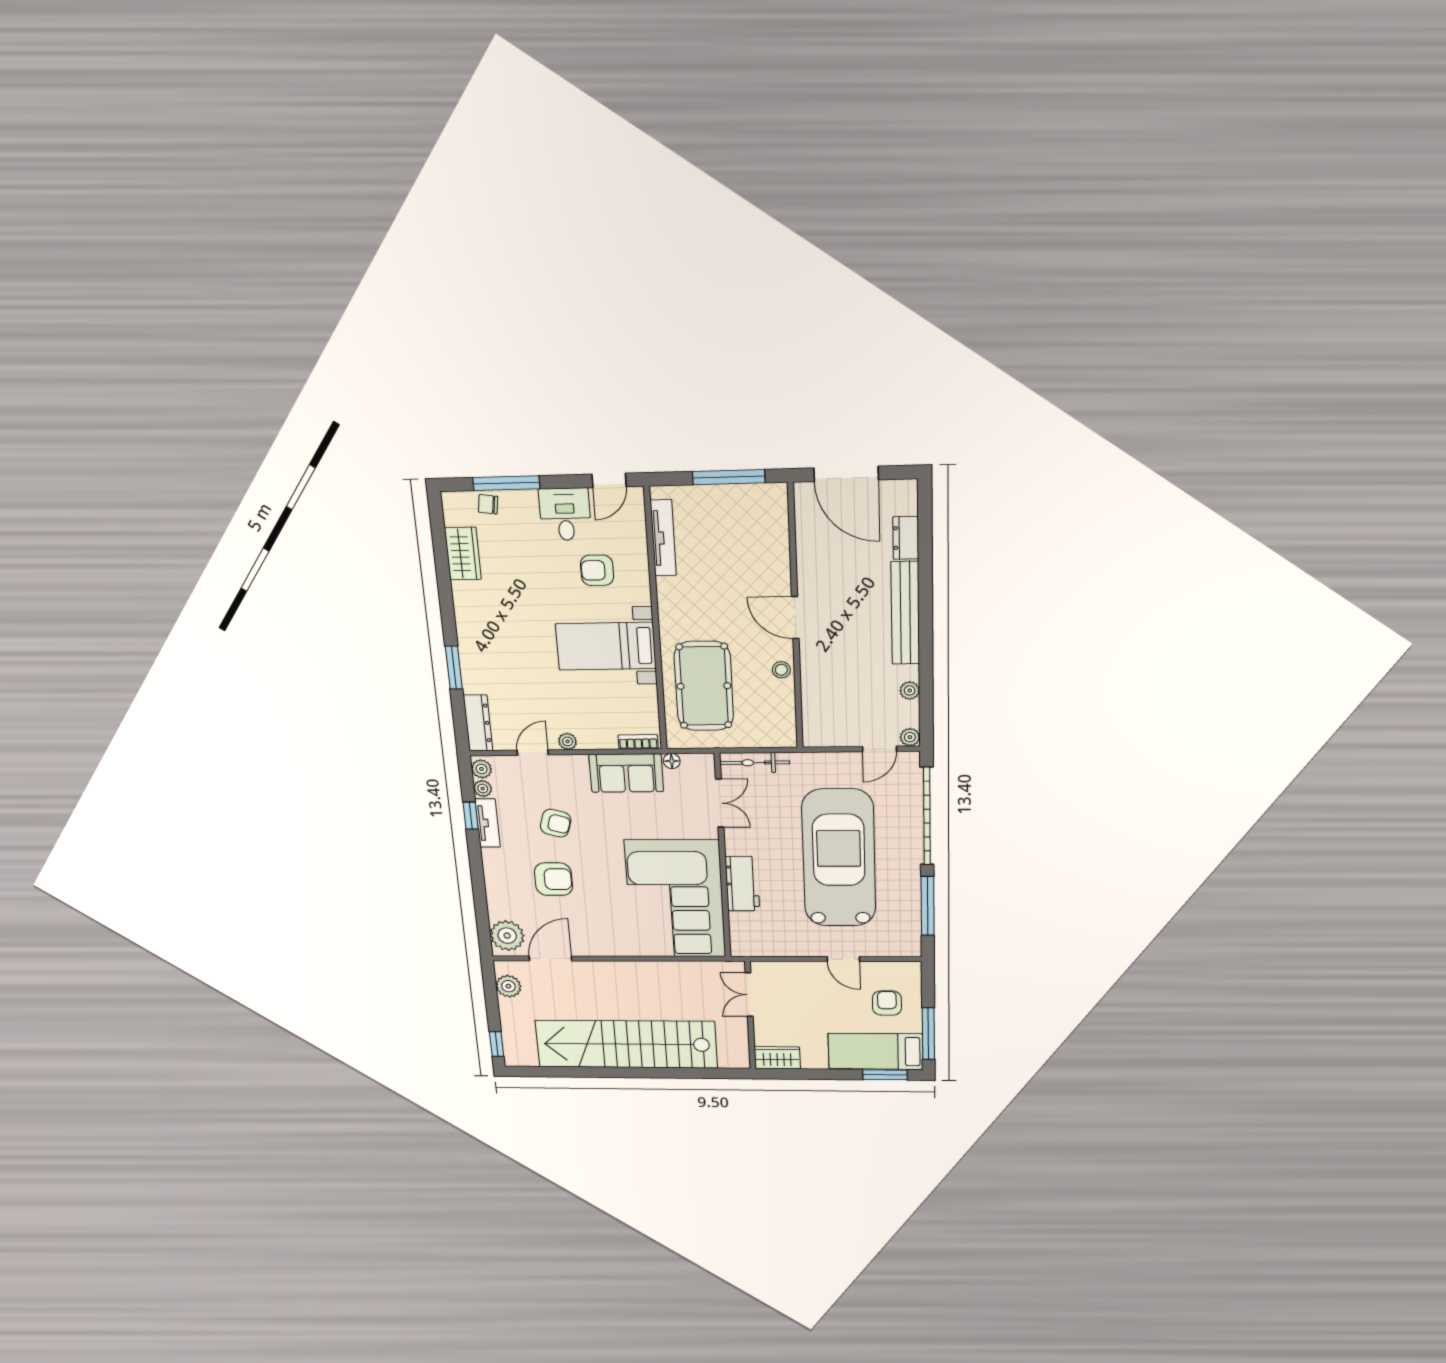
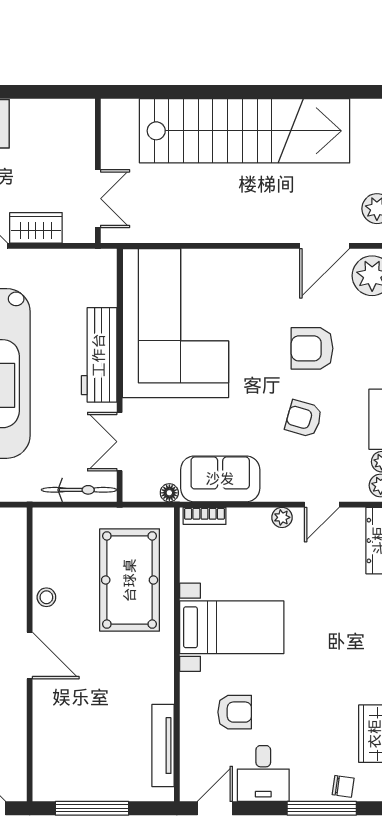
workbench: (742, 884) -> (99, 355), width x1.38
wardrobe: (777, 1058) -> (36, 228), moved, turned 180

